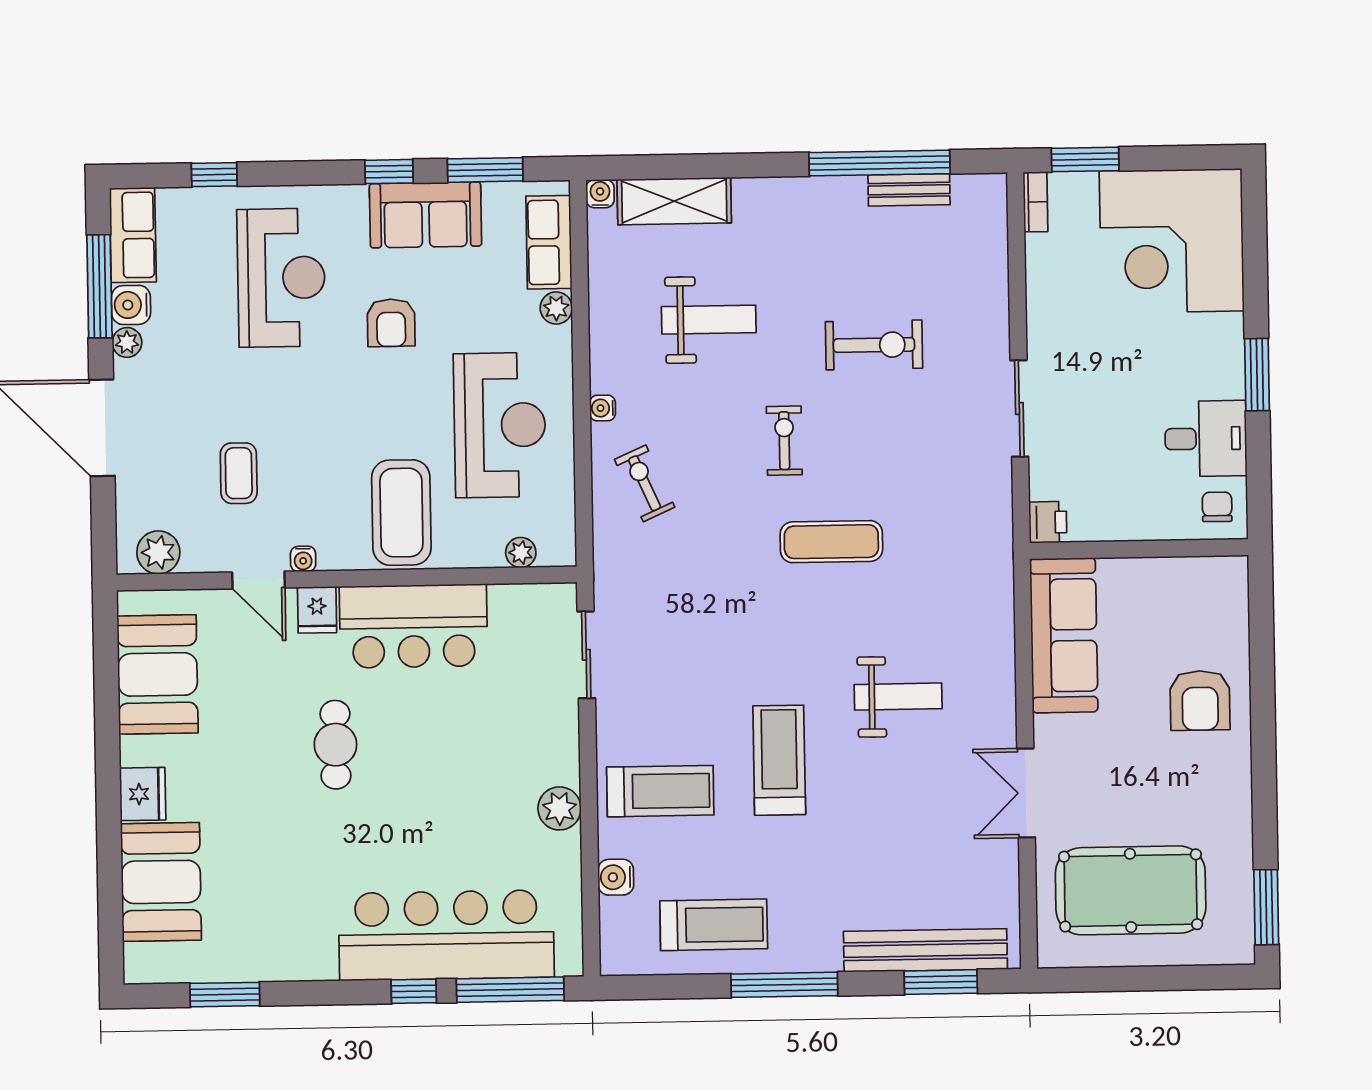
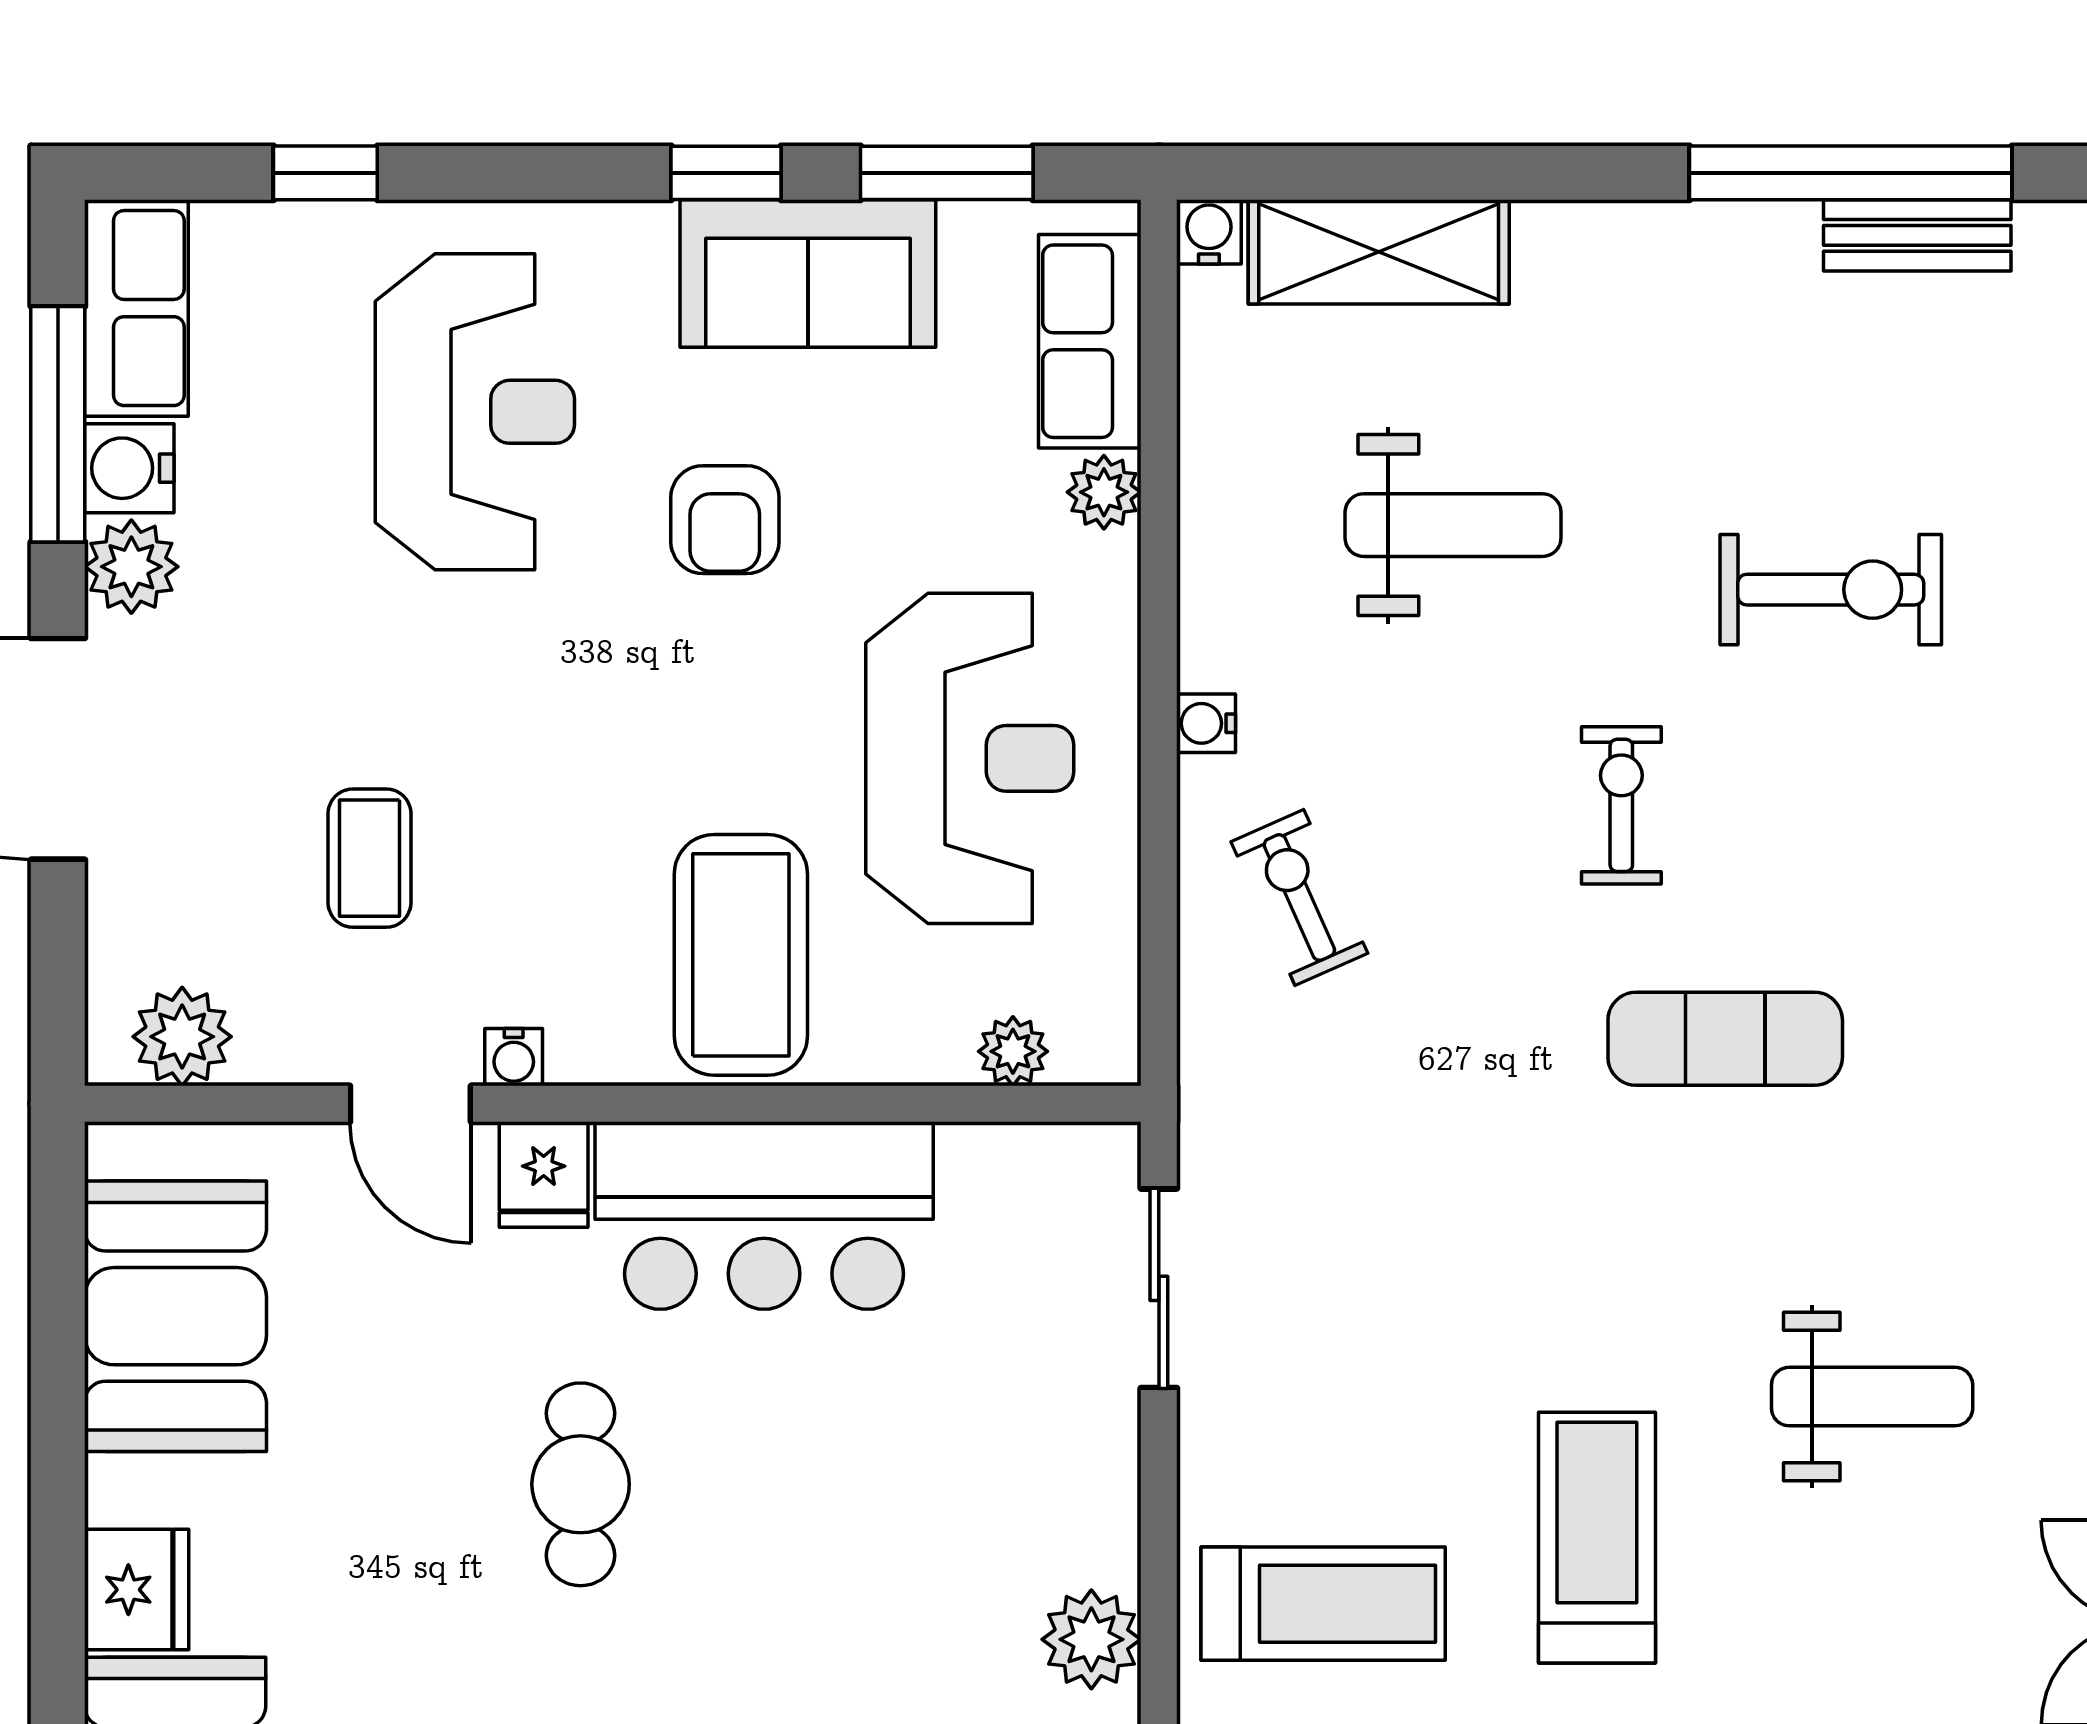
plant: (127, 342) -> (131, 567), width x1.38, depth x1.38

